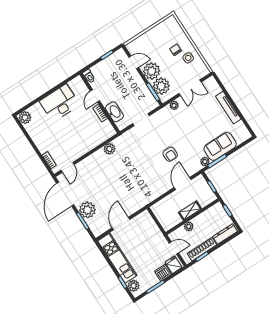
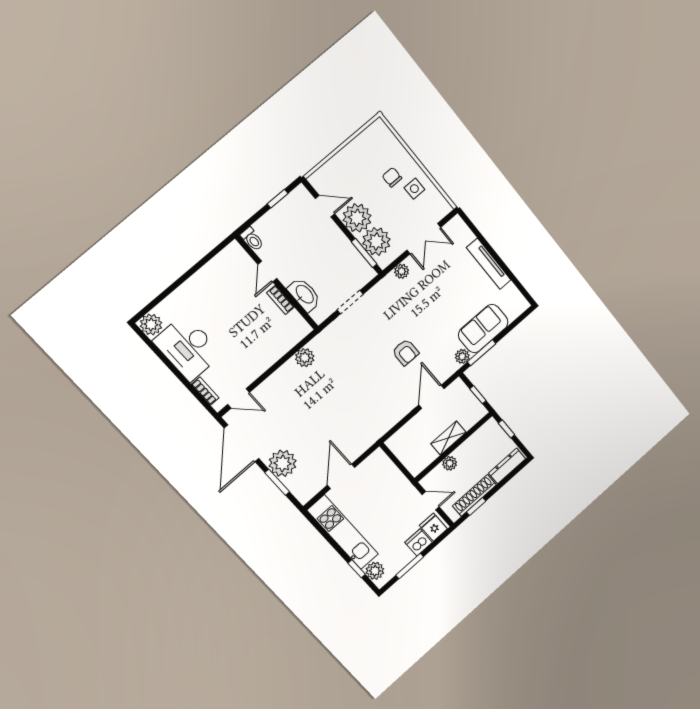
desk: (59, 103) -> (188, 348), moved, turned -90
door: (68, 167) -> (239, 398), hinge flipped

